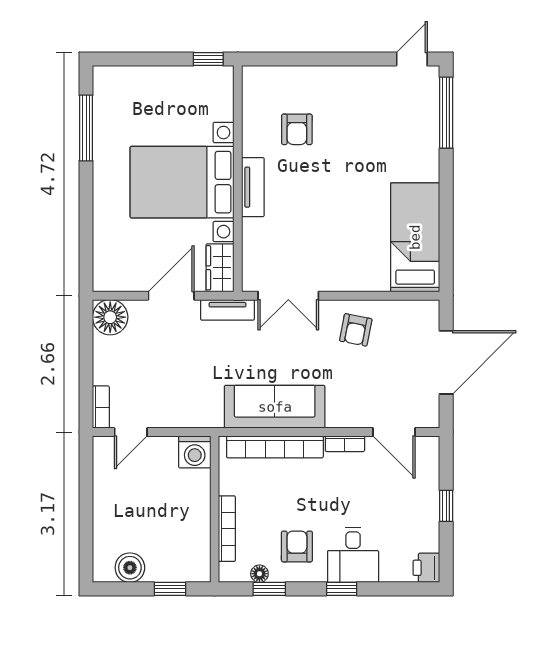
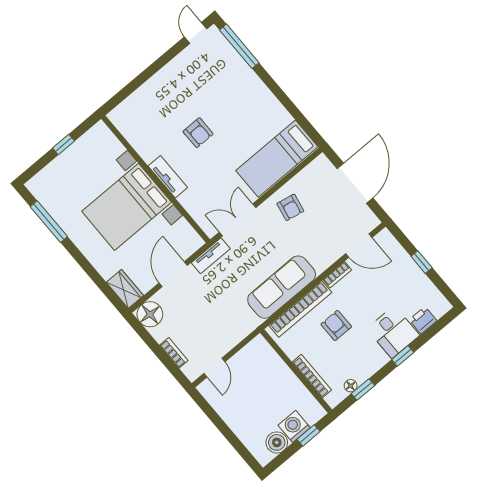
window: (208, 59) -> (64, 144), moved
armchair: (297, 129) -> (198, 133), moved
bed: (415, 237) -> (277, 159), moved, turned -90
wardrobe: (220, 268) -> (125, 289), moved, turned 180
double door: (288, 296) -> (238, 220), swing flipped
bookcase: (101, 407) -> (174, 353), moved
washing machine: (195, 452) -> (294, 426), moved, turned 180
armchair: (297, 546) -> (336, 326), moved
printer: (426, 568) -> (423, 320), moved, turned 90

